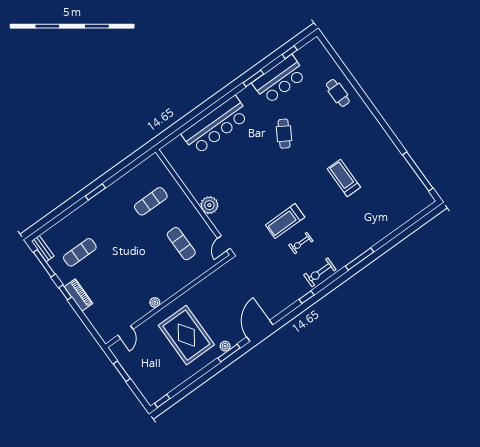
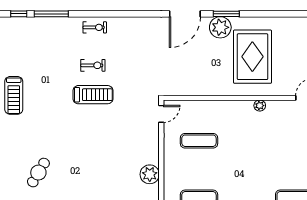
plant: (209, 205) -> (150, 174), moved
exercise mat: (181, 244) -> (199, 141), turned 90
exercise bike: (320, 272) -> (95, 27), width x0.73, depth x0.72
window: (307, 297) -> (19, 14), moved
plant: (225, 346) -> (220, 27), width x1.87, depth x1.87

